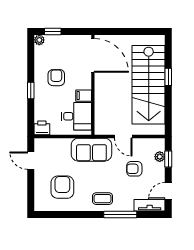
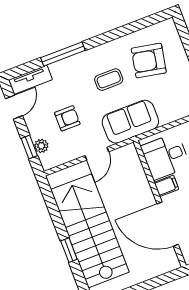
door: (93, 55) -> (168, 224), moved
door: (123, 136) -> (97, 154), swing flipped
armchair: (62, 187) -> (149, 61), turned 101
coffee table: (102, 199) -> (109, 80), moved

